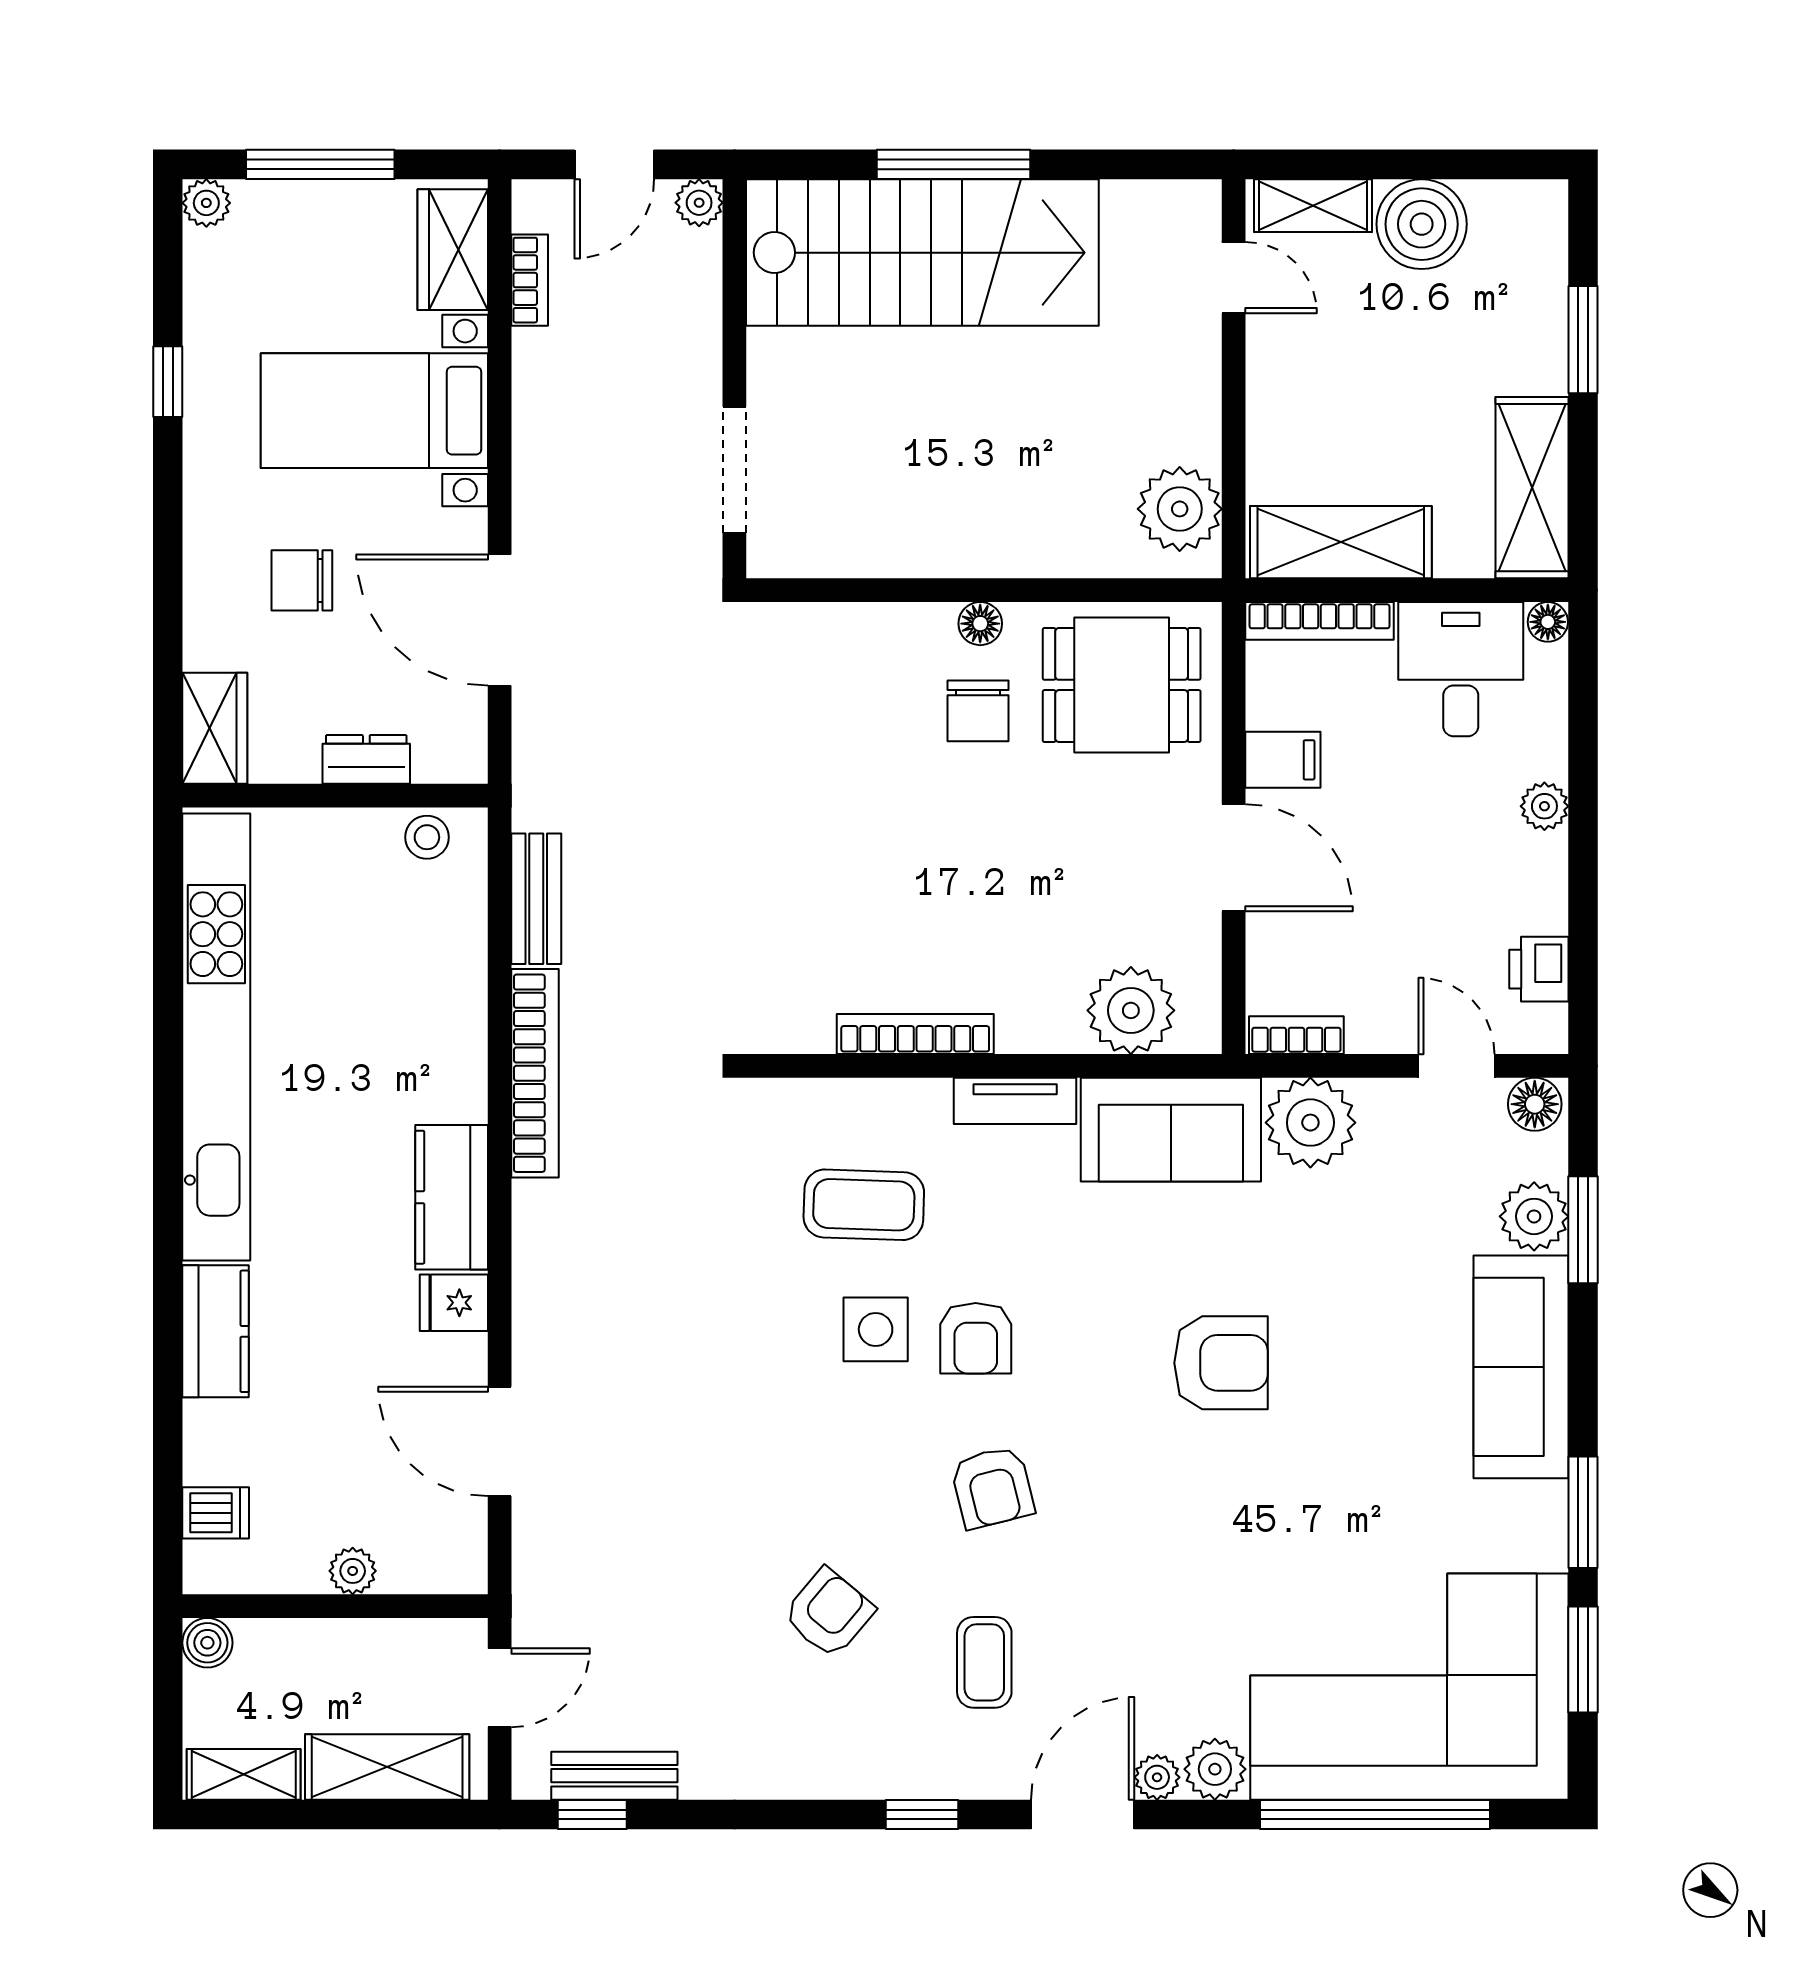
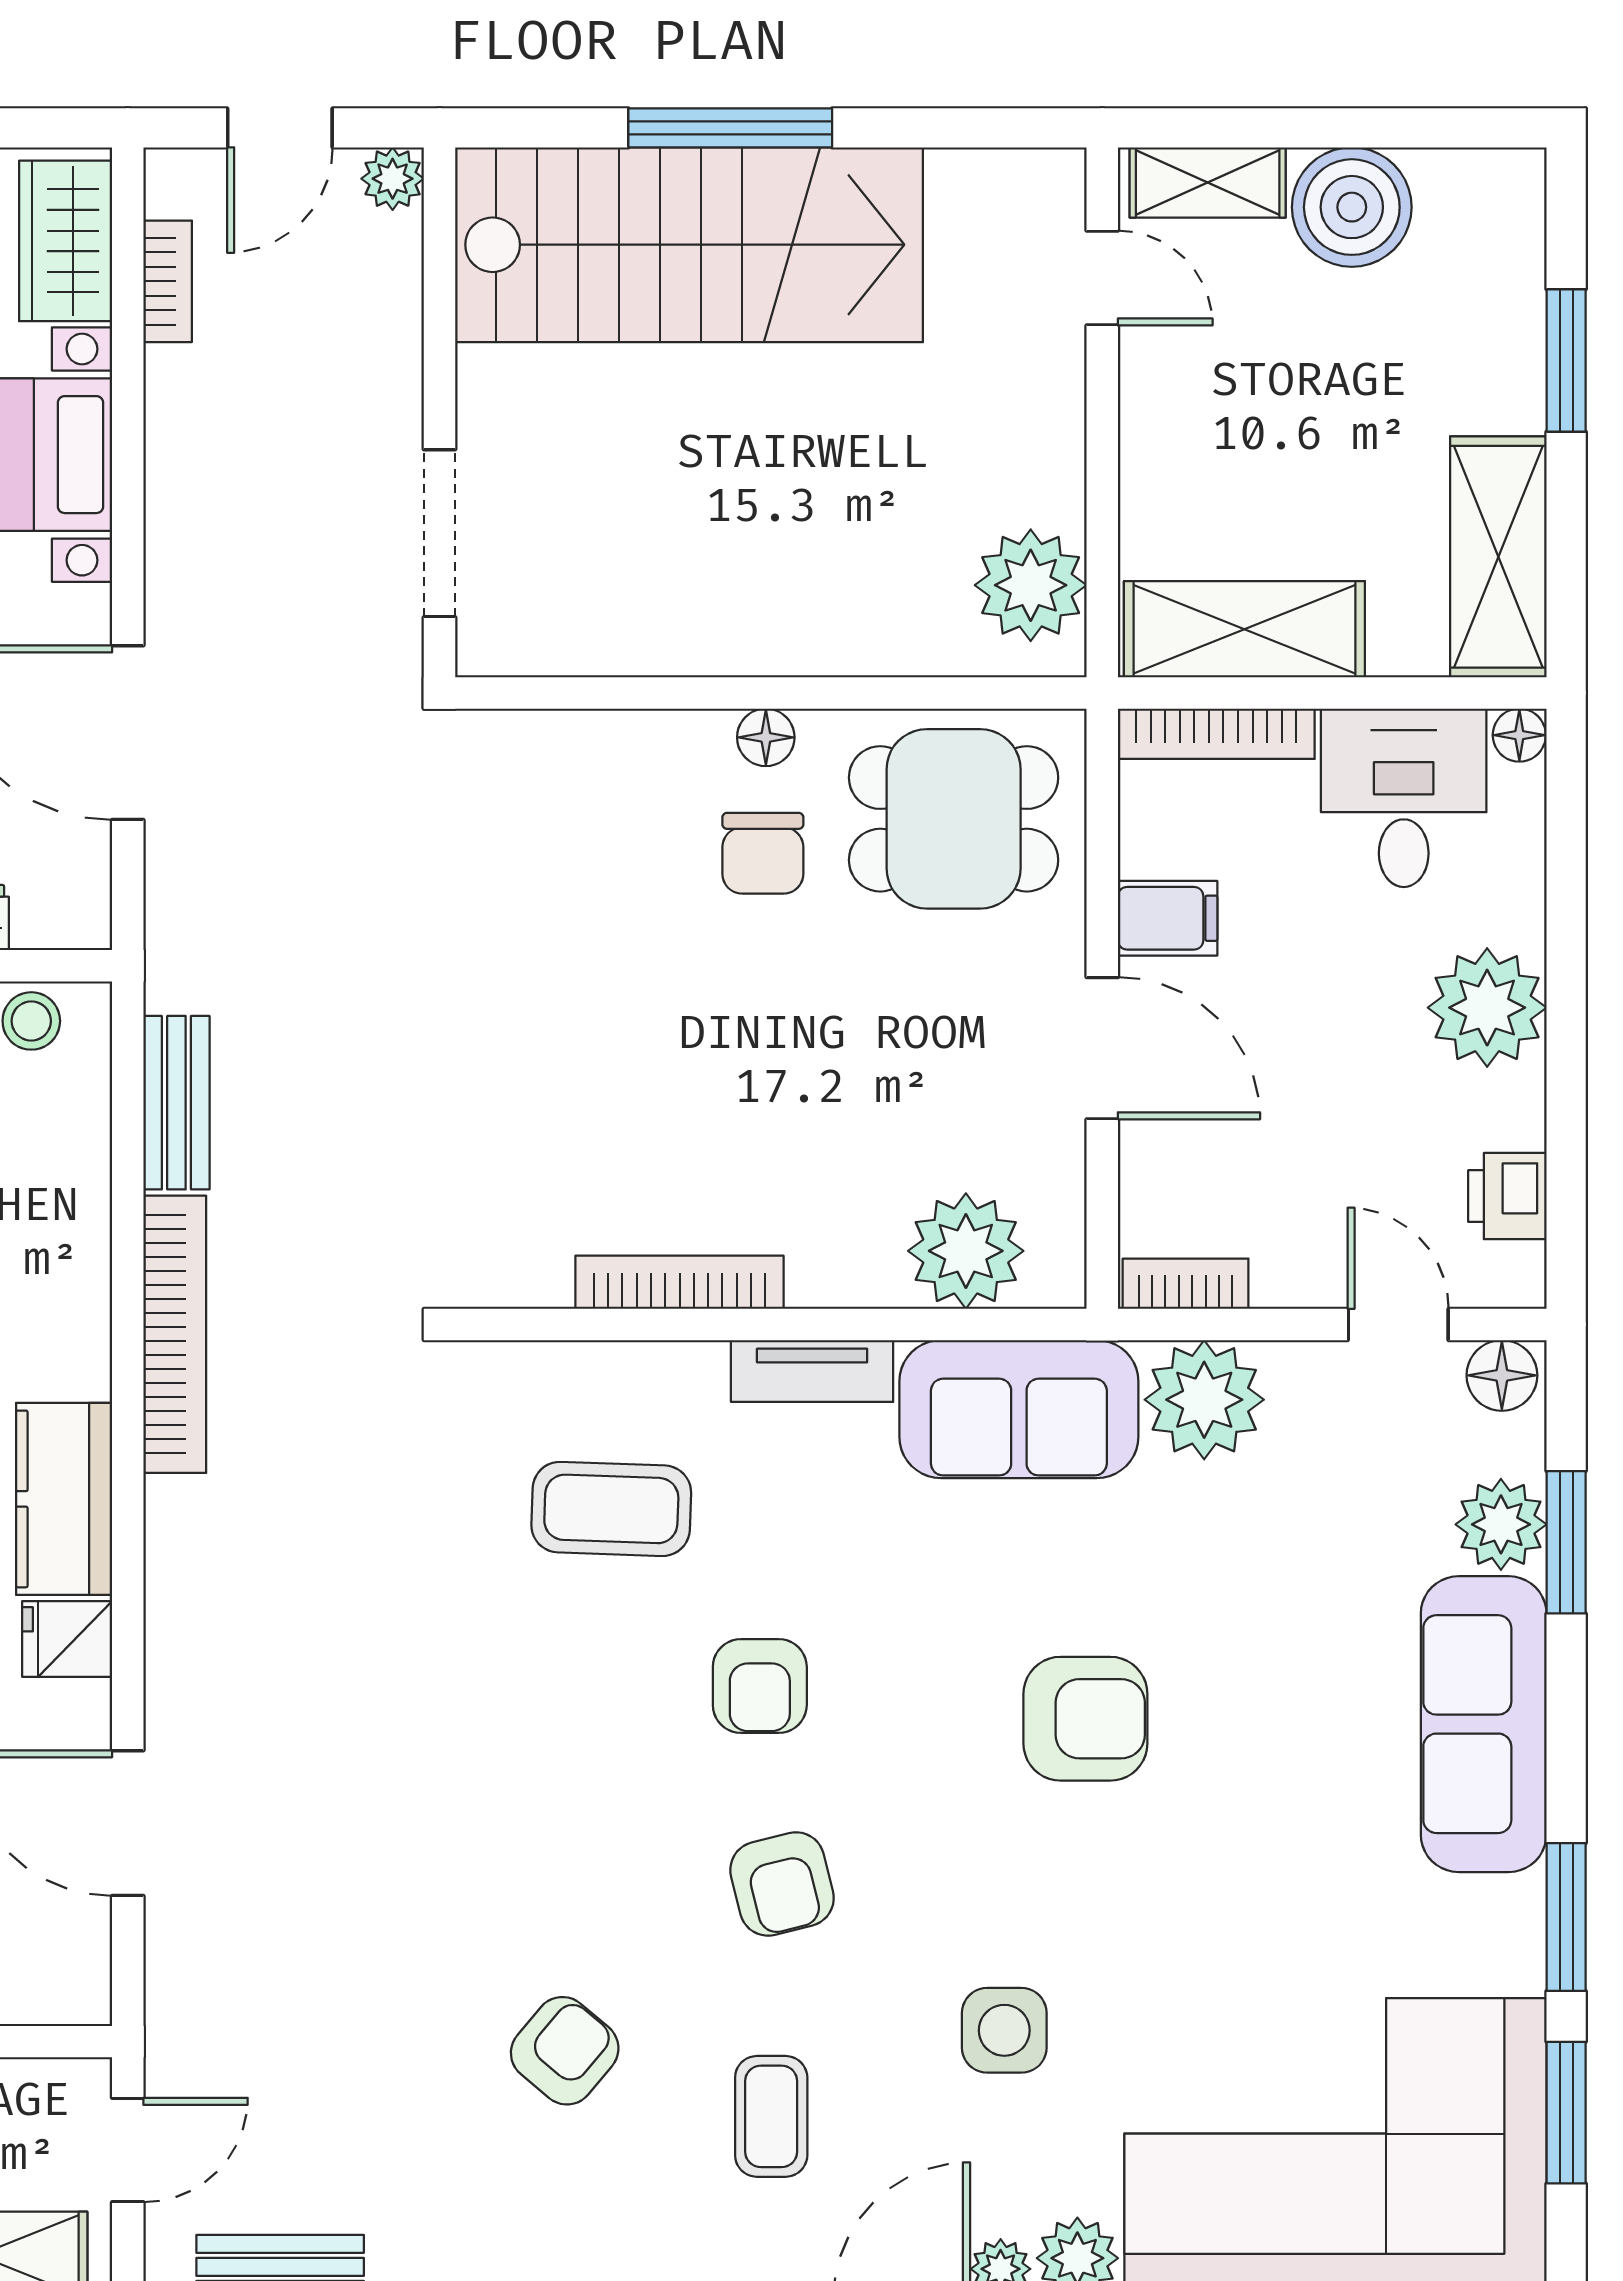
plant: (1544, 806) -> (1487, 1008), width x1.87, depth x1.87
side table: (876, 1329) -> (1004, 2030), moved

